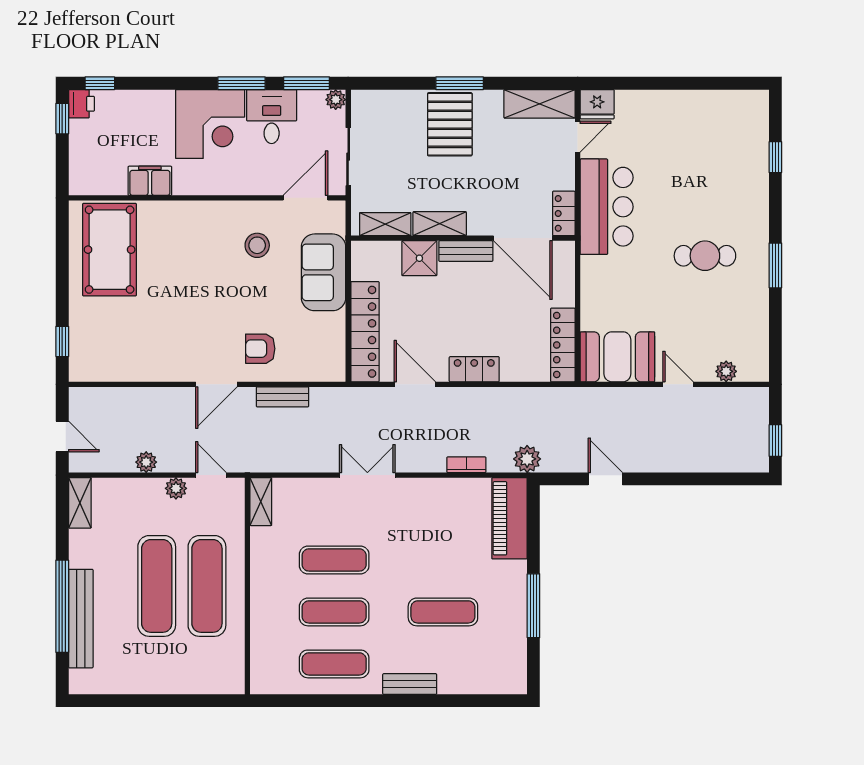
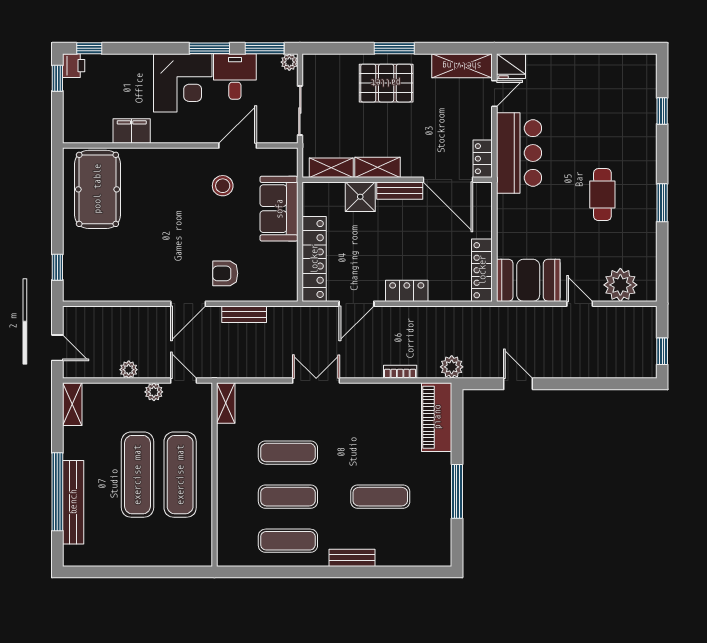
pallet: (450, 124) -> (386, 83), turned 90
door: (305, 198) -> (238, 146), moved
cafe table: (705, 256) -> (602, 195), turned 90
plant: (726, 371) -> (620, 285), width x1.87, depth x1.87
door: (415, 384) -> (356, 304), swing flipped

